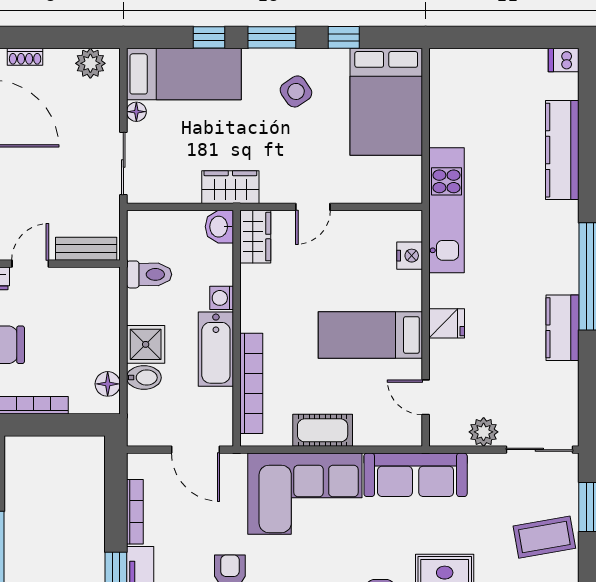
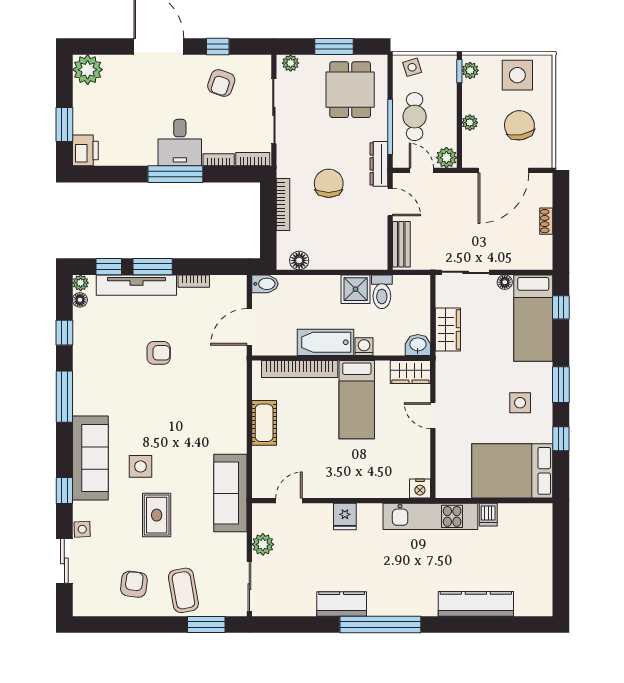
window: (209, 37) -> (561, 307), moved
shoe rack: (25, 57) -> (546, 221), moved
dishwasher: (564, 60) -> (488, 515), moved, turned 180
plant: (90, 63) -> (541, 247), removed
side table: (296, 91) -> (520, 403), turned 34
wardrobe: (230, 187) -> (448, 330), moved
nightstand: (410, 256) -> (420, 489), moved
bed: (370, 335) -> (357, 400), moved, turned 180
shower: (146, 344) -> (356, 289), moved
bidet: (144, 378) -> (265, 284), moved, turned -90
corner sofa: (305, 494) -> (216, 409), removed
bookcase: (135, 512) -> (194, 281), width x0.64

